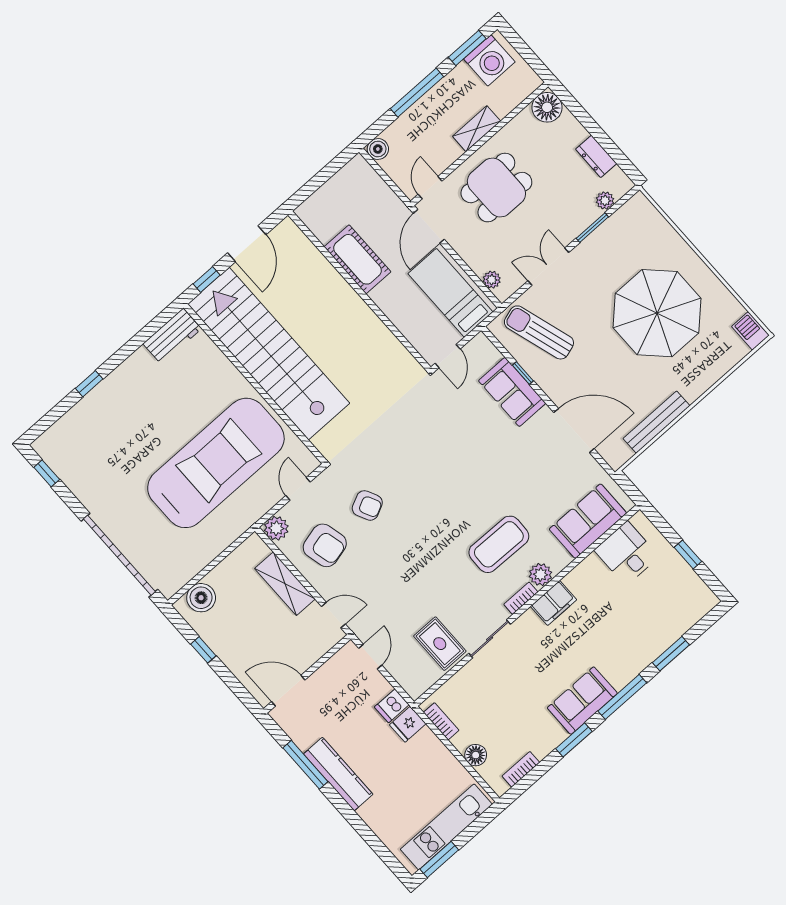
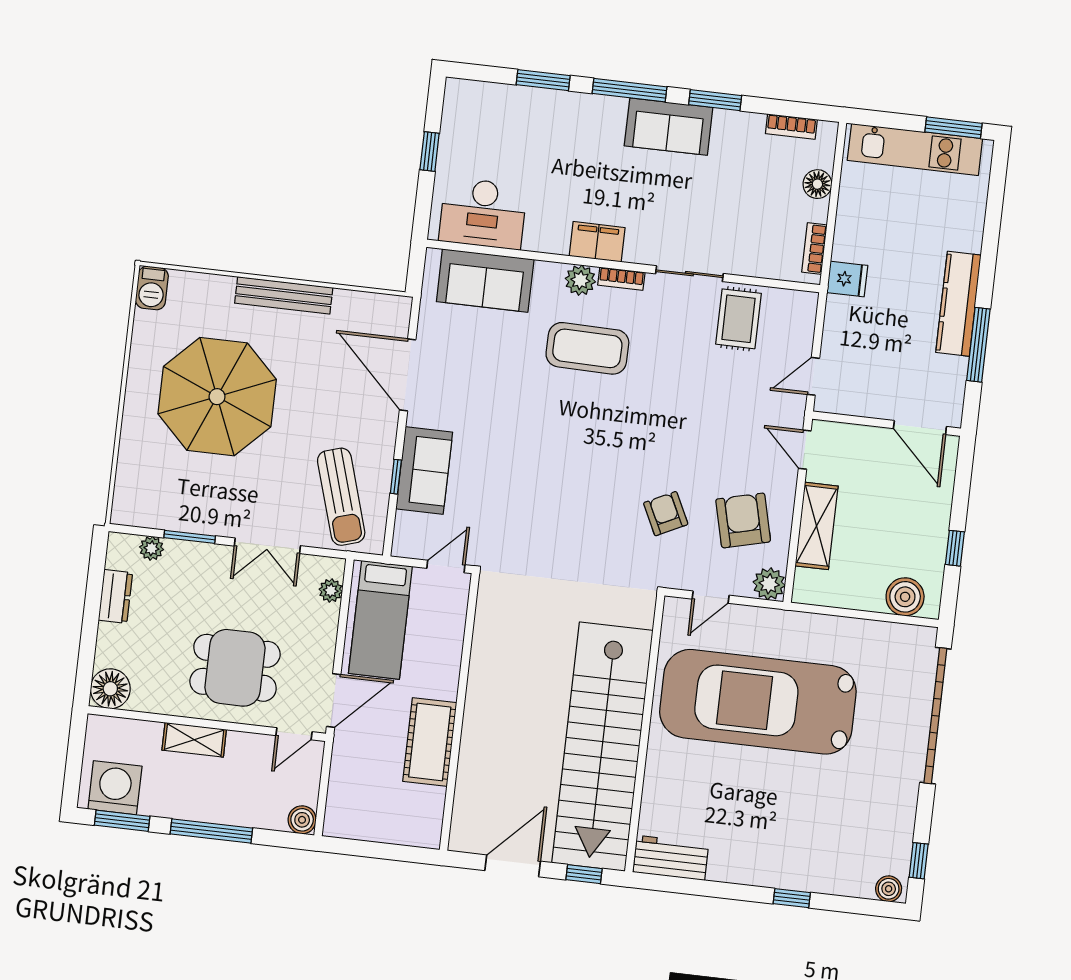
bench: (656, 422) -> (284, 295), moved
boiler: (46, 443) -> (889, 889), added
desk: (627, 553) -> (483, 213), width x1.37
dishwasher: (392, 706) -> (843, 311), removed

